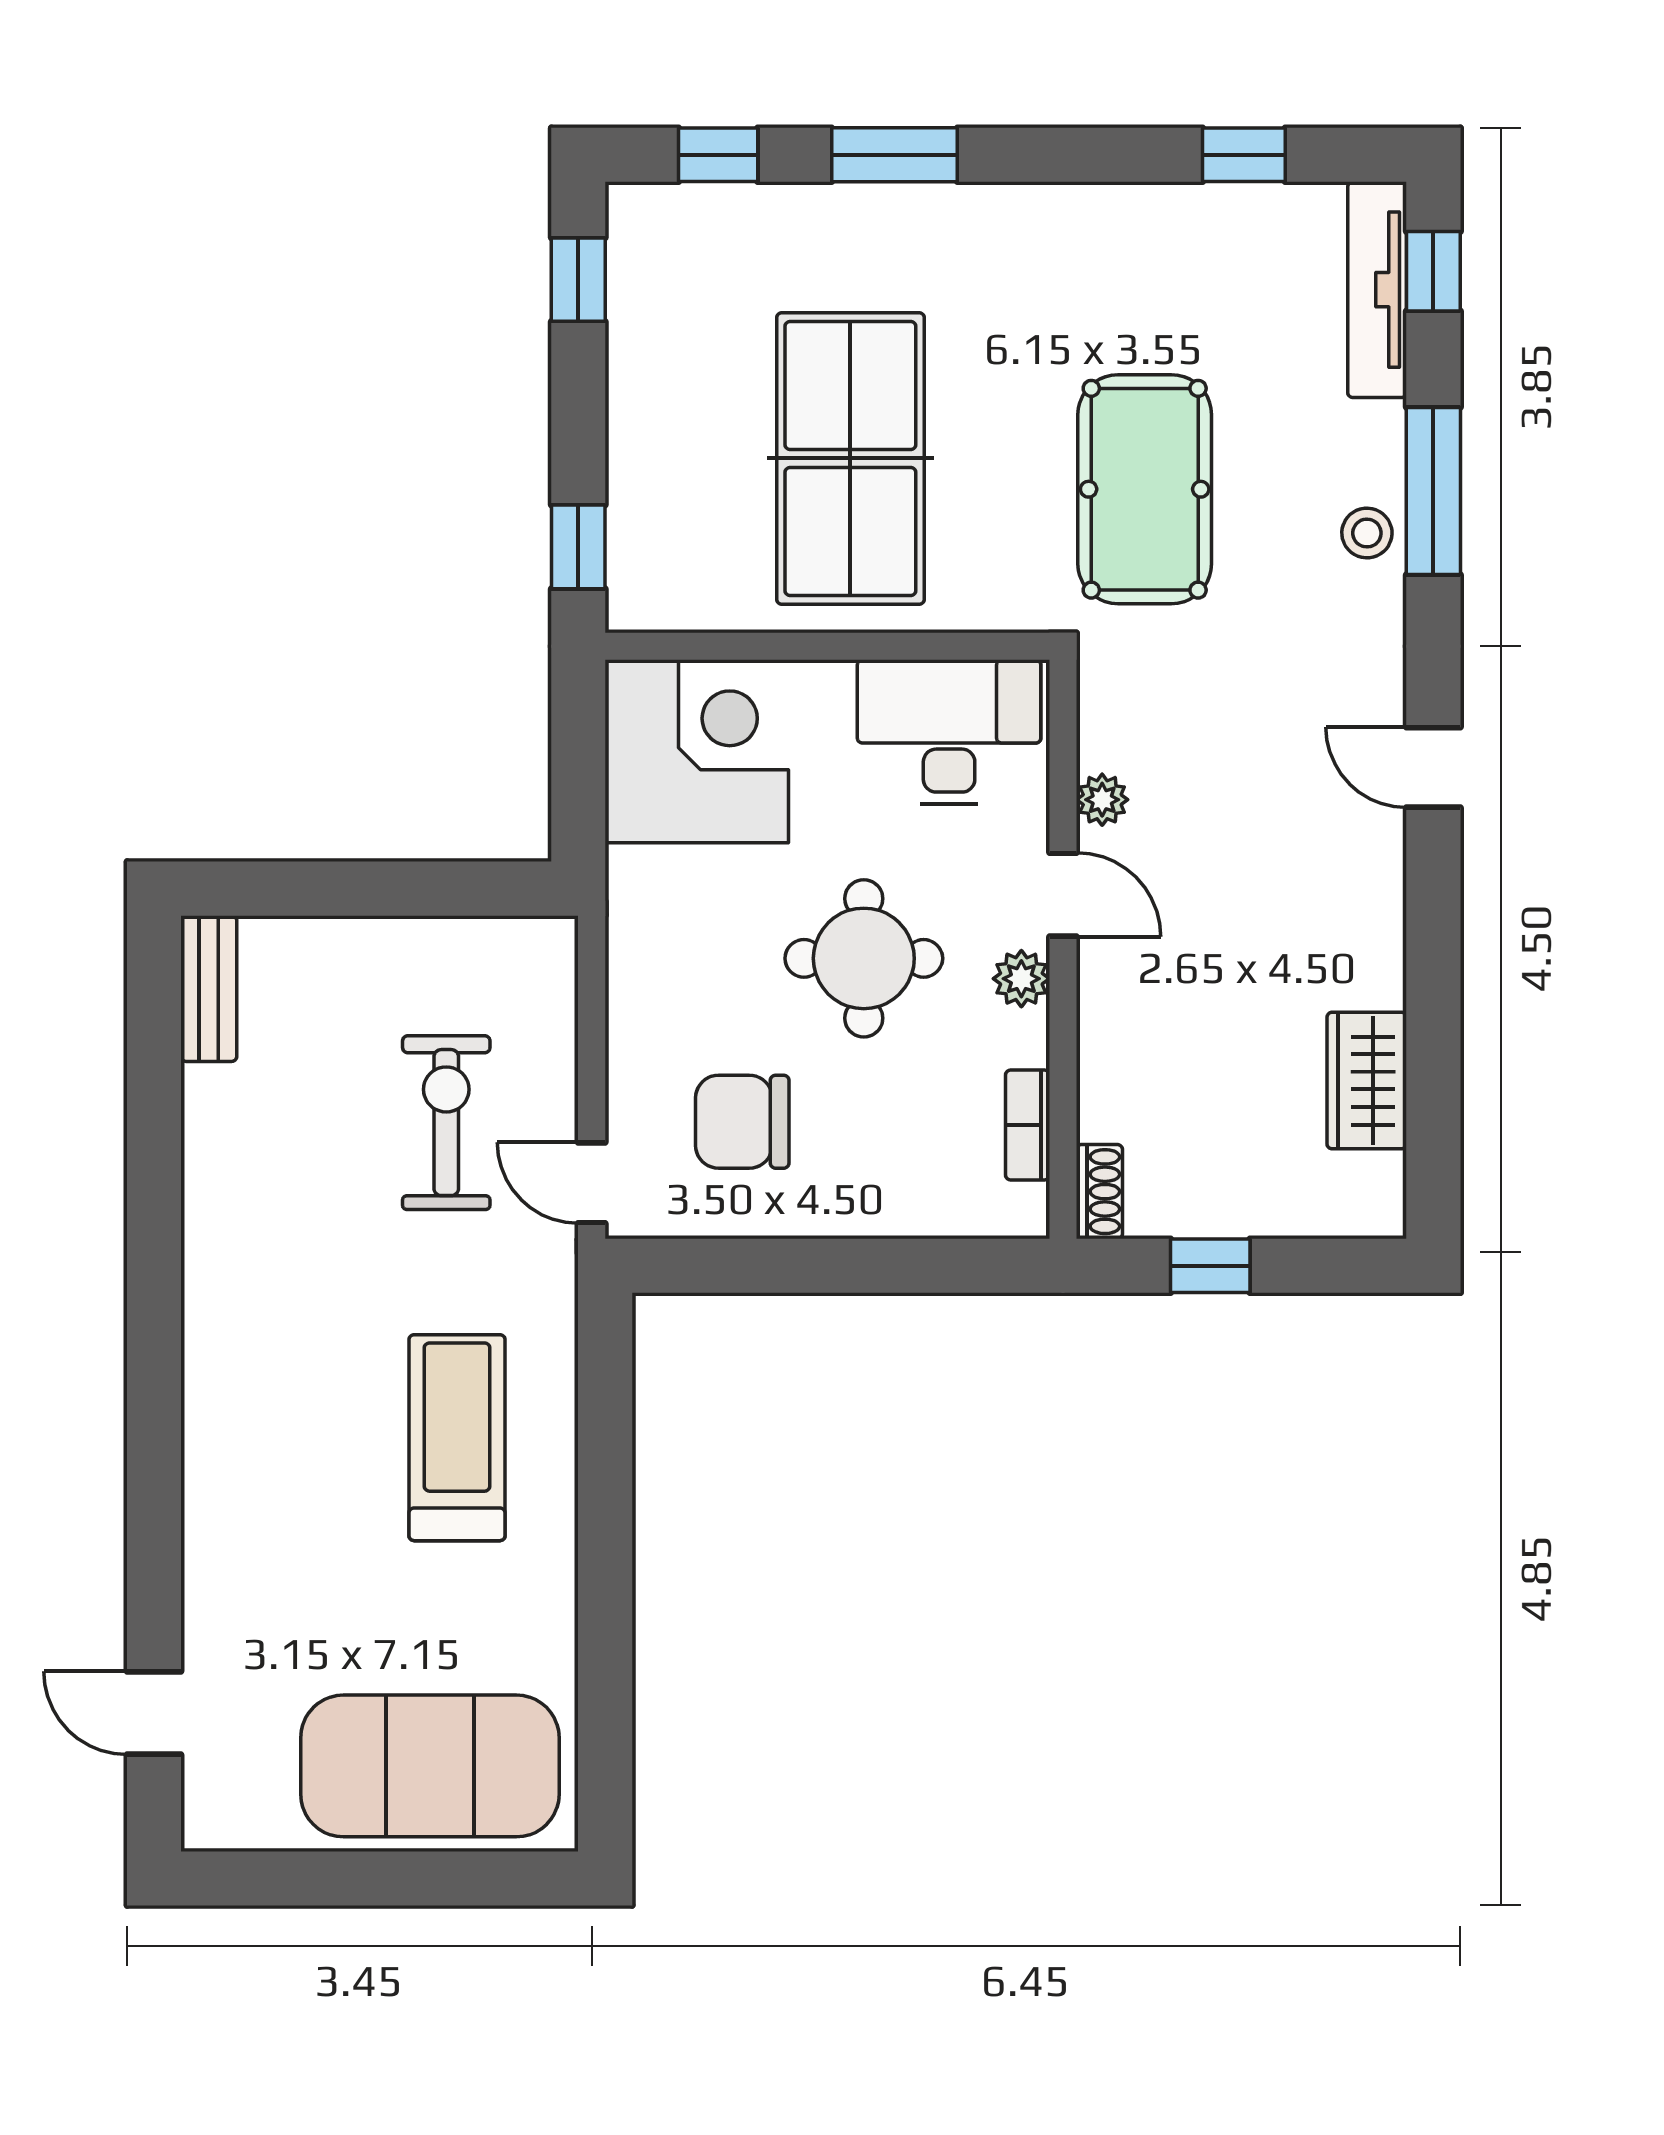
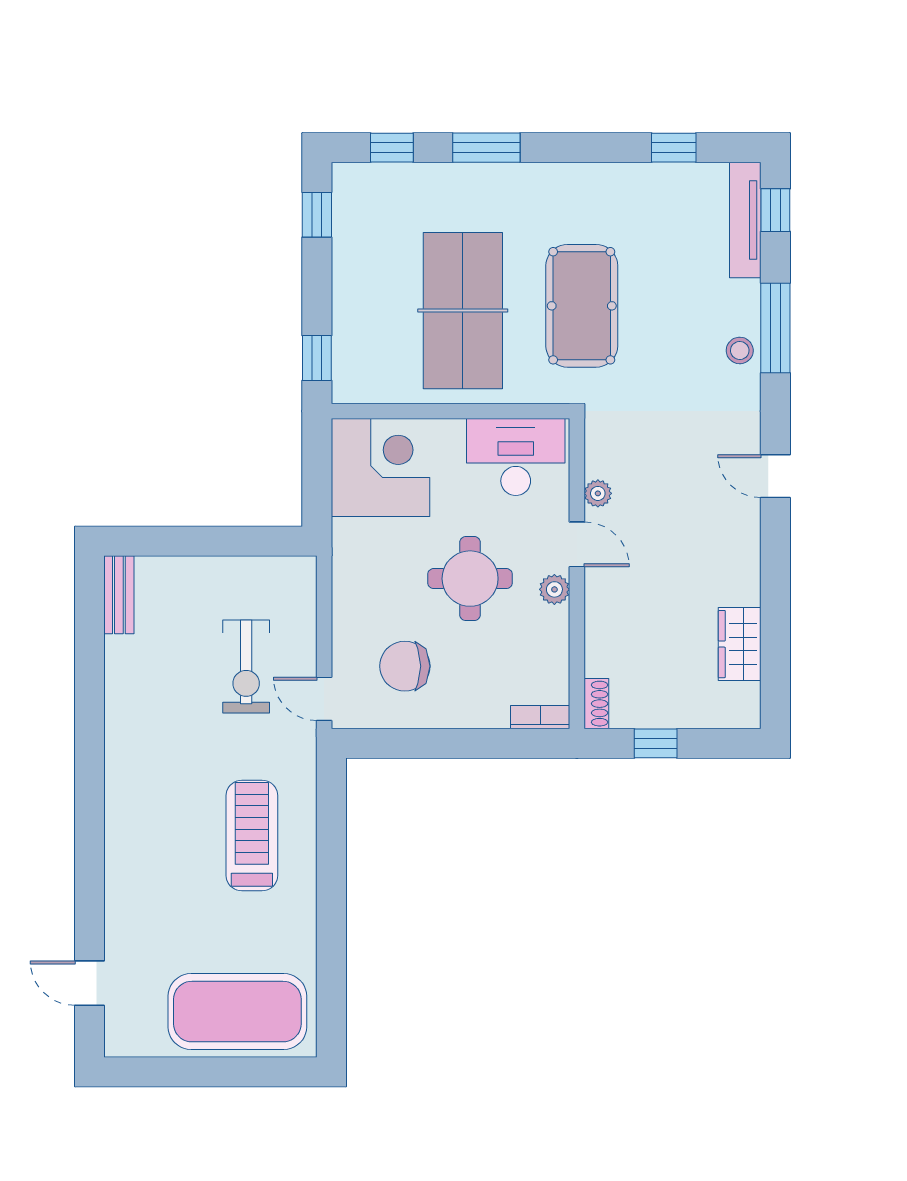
pool table: (1145, 489) -> (582, 306), moved
exercise bike: (446, 1123) -> (246, 667), turned 180
bookcase: (1028, 1125) -> (540, 717), moved, turned 90

